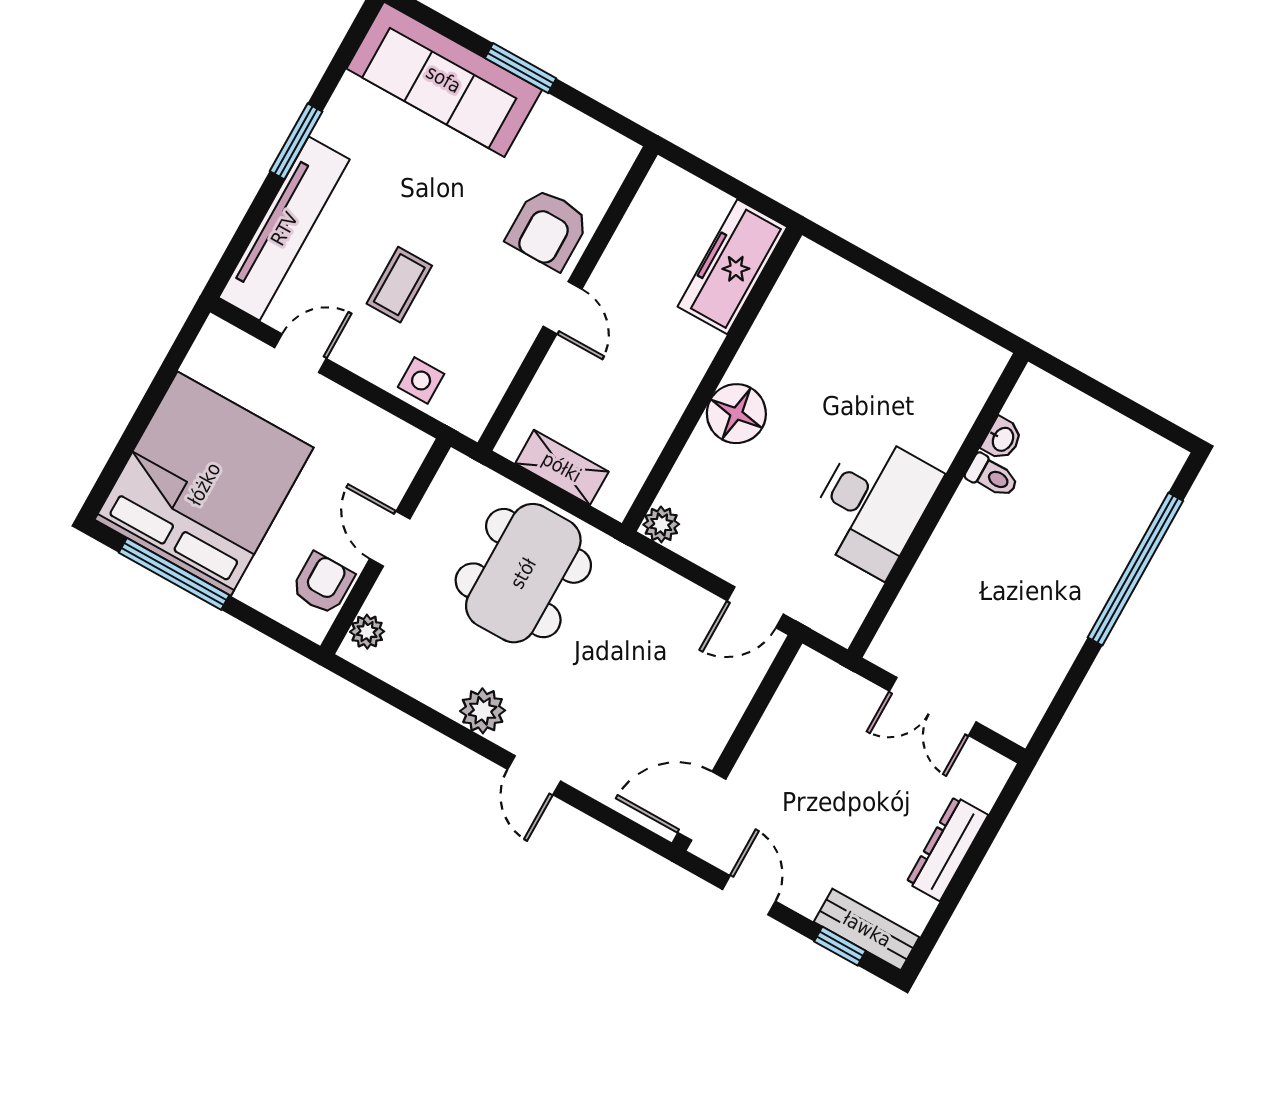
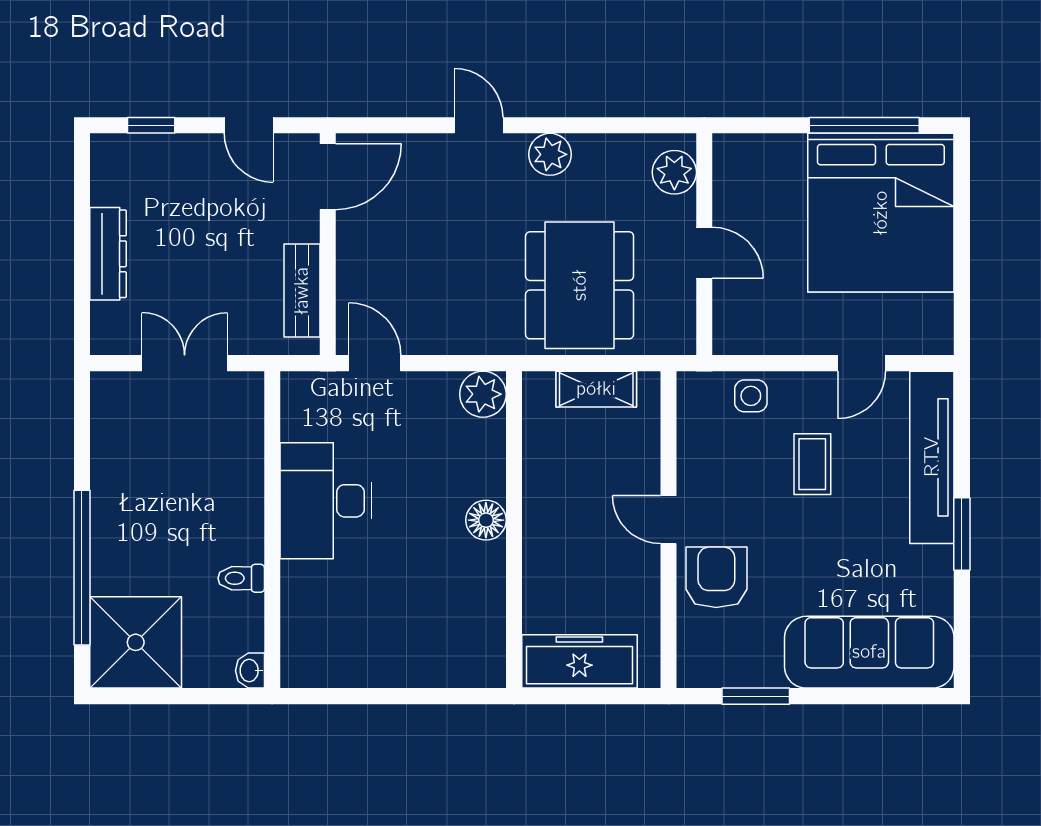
window: (520, 68) -> (756, 696), moved
freezer: (732, 267) -> (579, 661), moved, turned -90
floor lamp: (736, 414) -> (486, 520), width x0.73, depth x0.73
washbasin: (1002, 439) -> (250, 671), moved
shower: (1124, 471) -> (136, 642), added
plant: (661, 524) -> (483, 394), width x1.38, depth x1.38
armchair: (323, 584) -> (738, 185), removed
door: (755, 607) -> (375, 363), hinge flipped
plant: (367, 632) -> (674, 172), width x1.38, depth x1.38
bench: (867, 929) -> (302, 291), moved, turned 90

